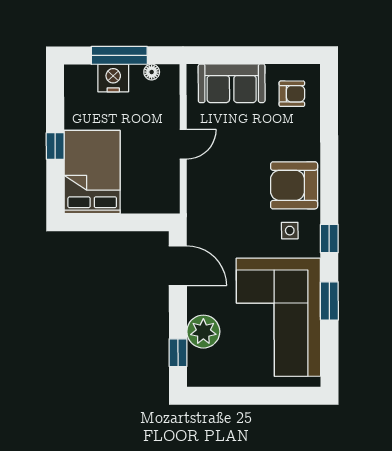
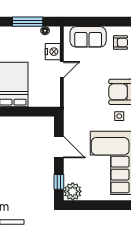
nightstand: (113, 78) -> (53, 52), moved, turned 90
door: (178, 266) -> (59, 147), moved
plant: (203, 332) -> (73, 191), moved

